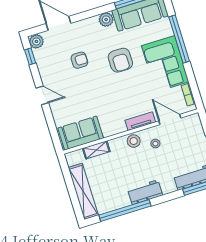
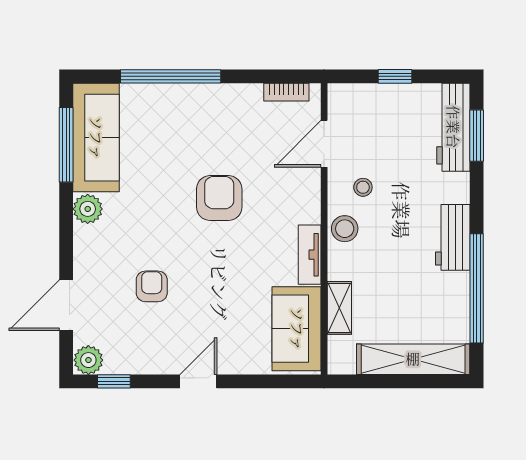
armchair: (120, 60) -> (219, 198), moved, turned -90
corner sofa: (165, 64) -> (211, 119), removed
tv unit: (140, 121) -> (310, 255), moved

